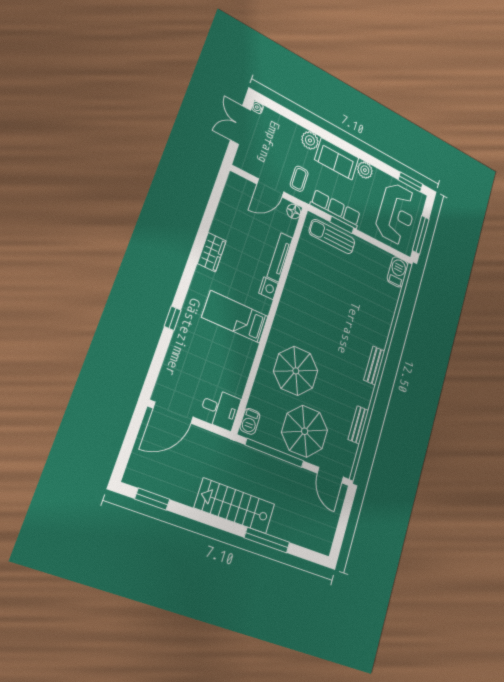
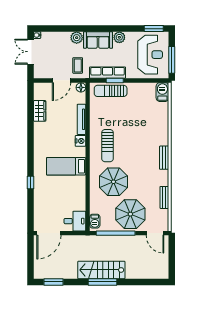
wardrobe: (212, 252) -> (40, 111), moved
sun lounger: (304, 313) -> (107, 146), added
window: (267, 540) -> (102, 282), moved

